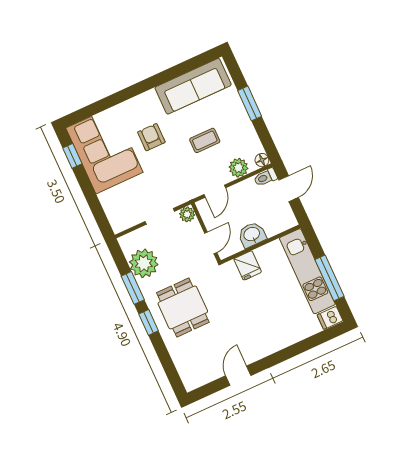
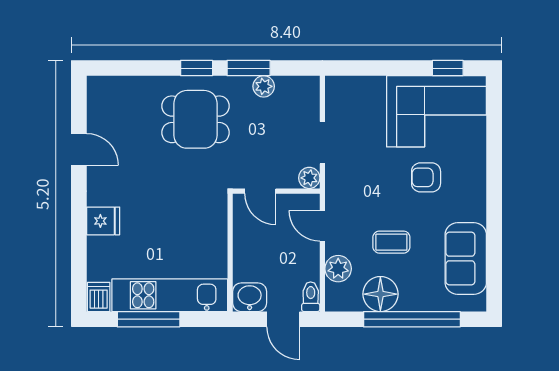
sofa: (193, 86) -> (466, 259), width x0.73
window: (250, 103) -> (412, 319), width x2.11
armchair: (151, 137) -> (426, 177), turned 180
coffee table: (205, 140) -> (391, 242), turned 90
floor lamp: (262, 160) -> (380, 294), moved, width x1.89, depth x1.89
washbasin: (252, 235) -> (250, 297), moved, turned -90
plant: (144, 263) -> (264, 86), width x0.53, depth x0.53
fridge: (248, 265) -> (103, 221), moved, turned 180

